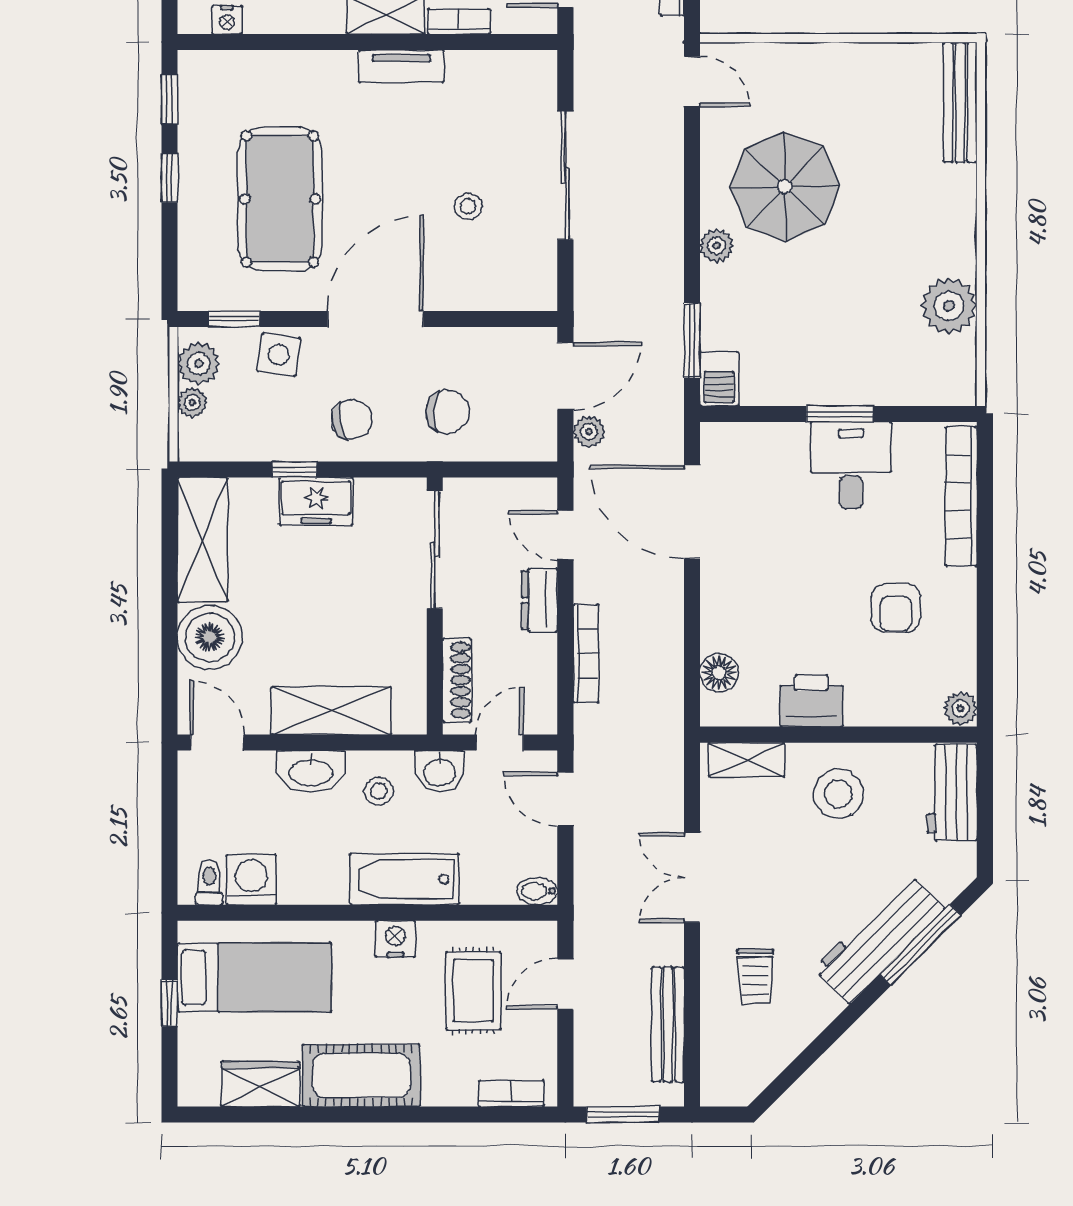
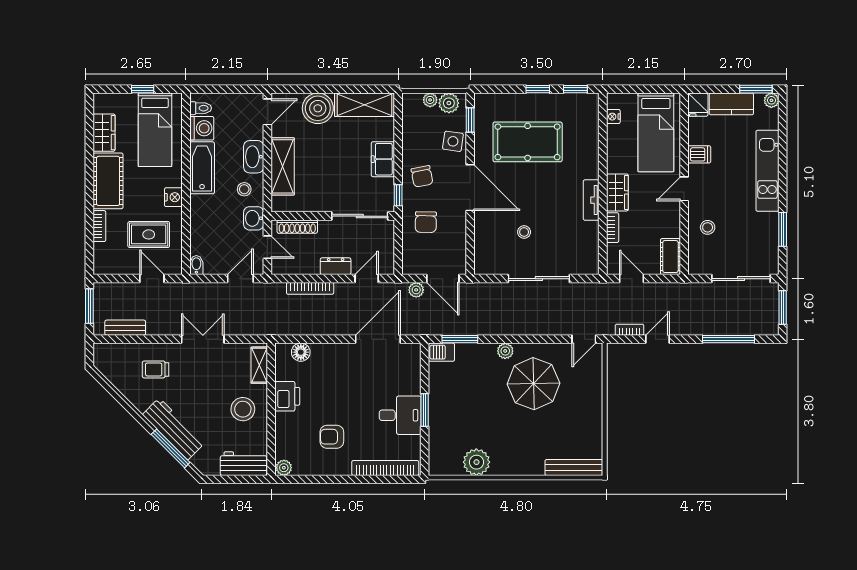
window: (294, 469) -> (398, 195), moved
bathtub: (405, 879) -> (202, 168), moved
bench: (668, 1024) -> (125, 328), width x0.73
bookcase: (511, 1094) -> (99, 226), moved

